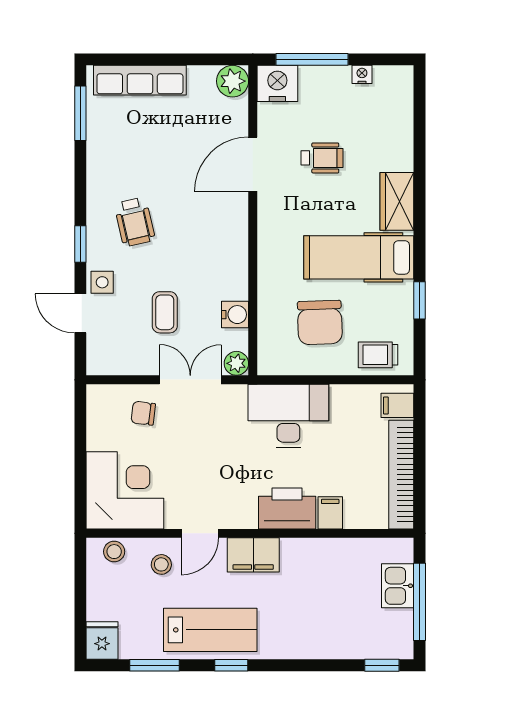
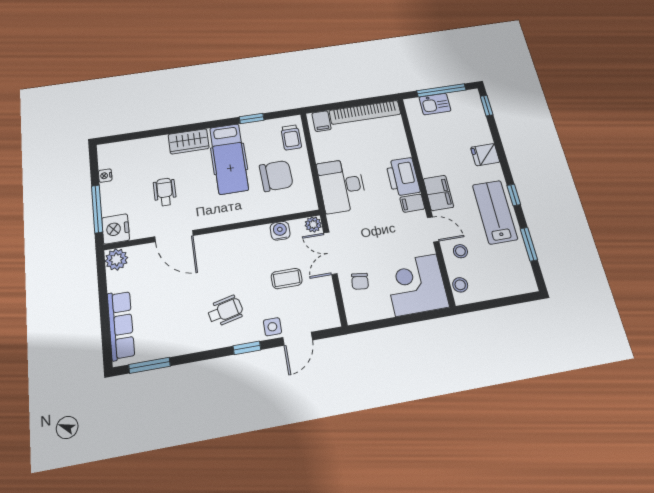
filing cabinet: (330, 513) -> (412, 203), moved
fridge: (102, 641) -> (485, 155), moved

